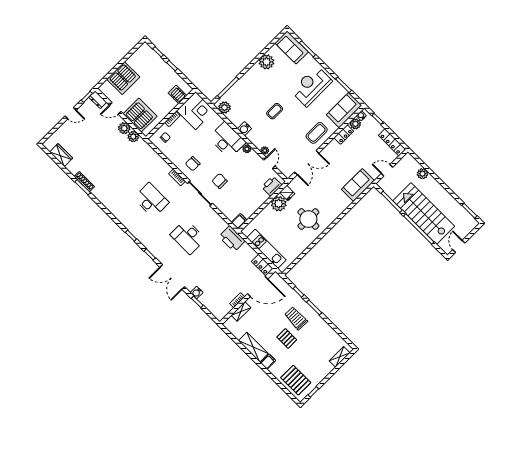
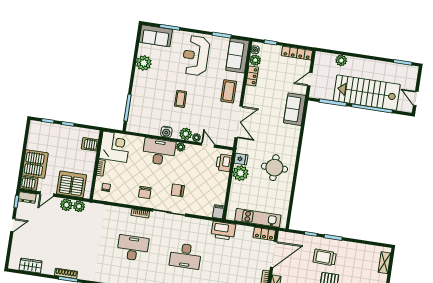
server rack: (107, 90) -> (29, 183), added
plant: (224, 107) -> (186, 134), moved

